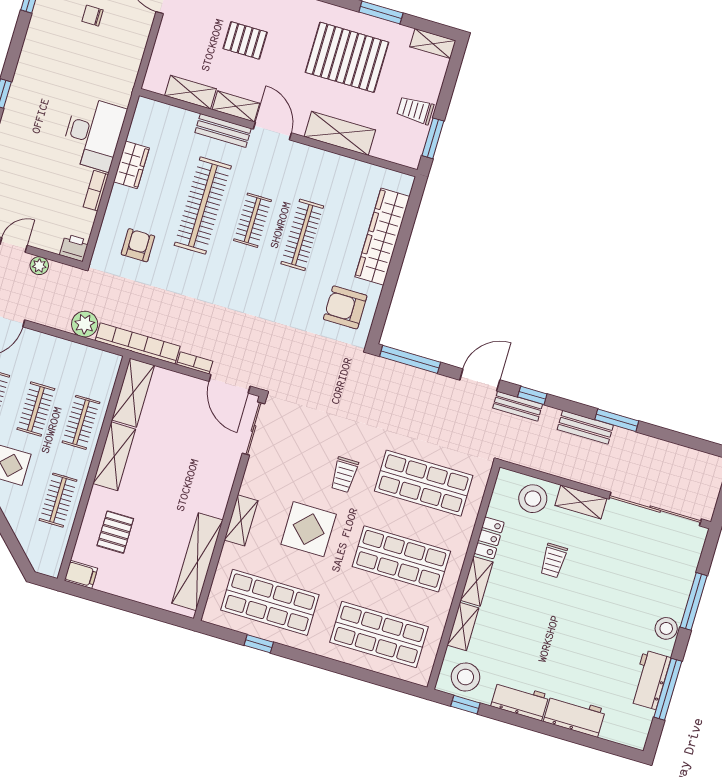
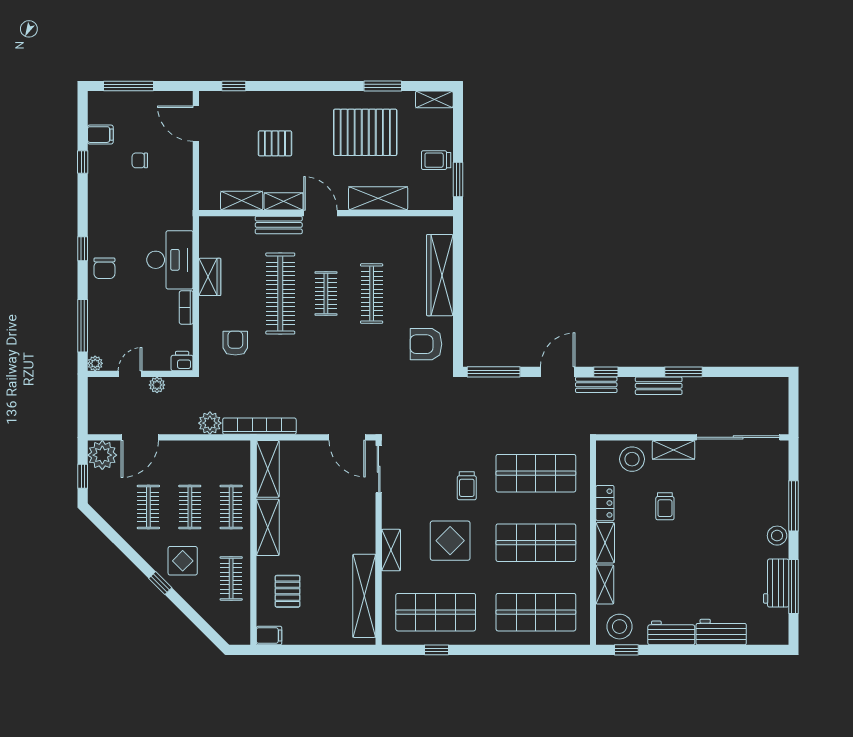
chair: (19, 122) -> (104, 268), added
bookcase: (195, 363) -> (312, 429), removed

